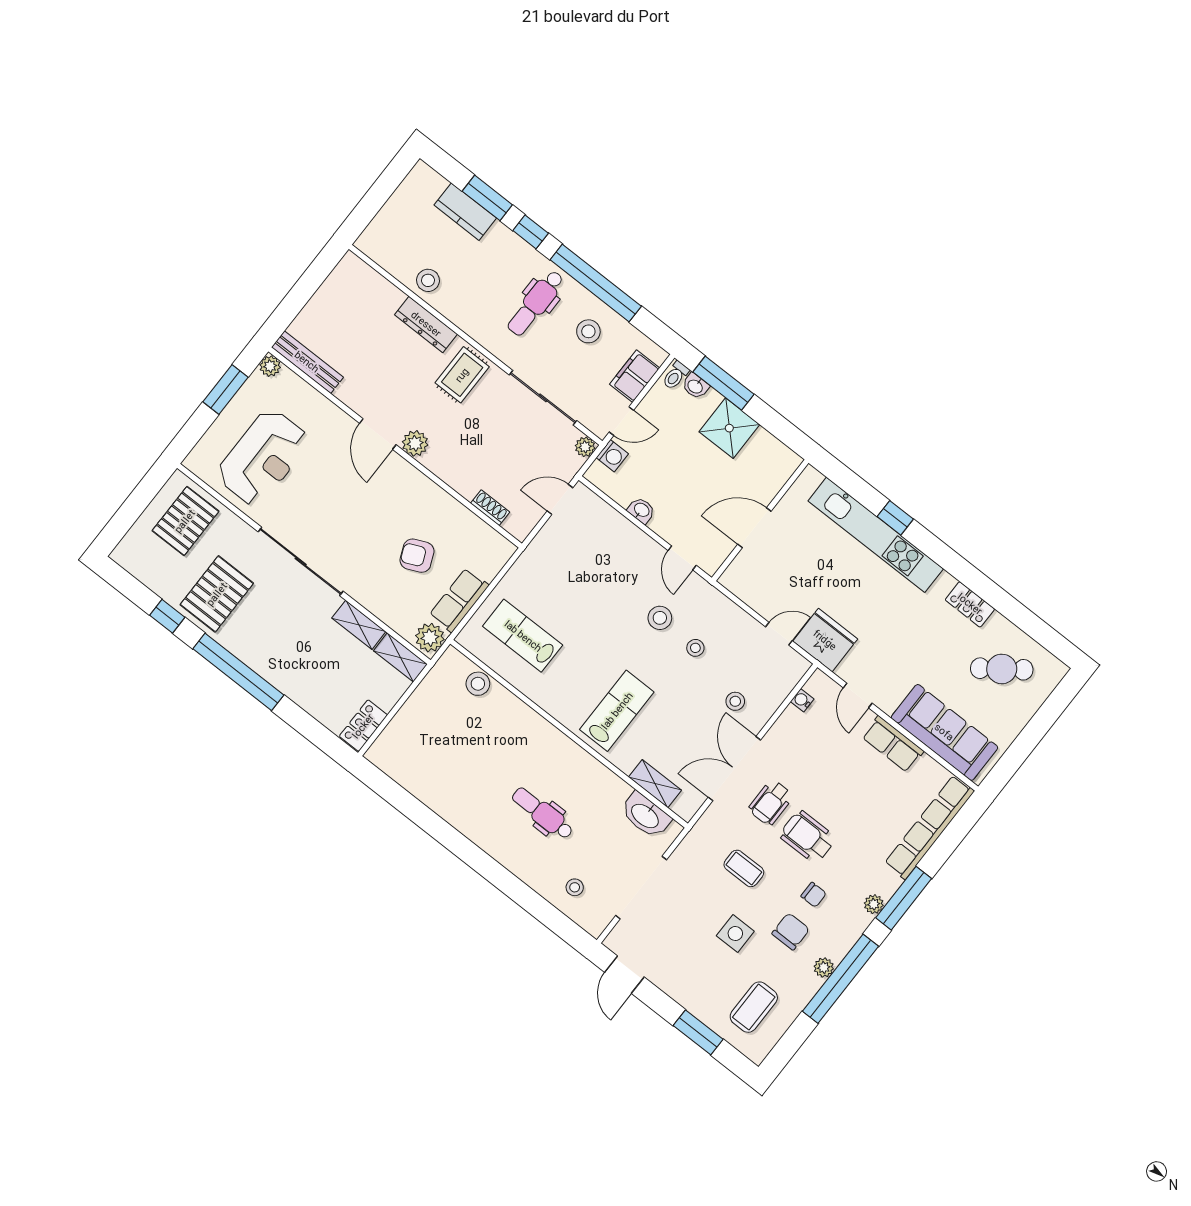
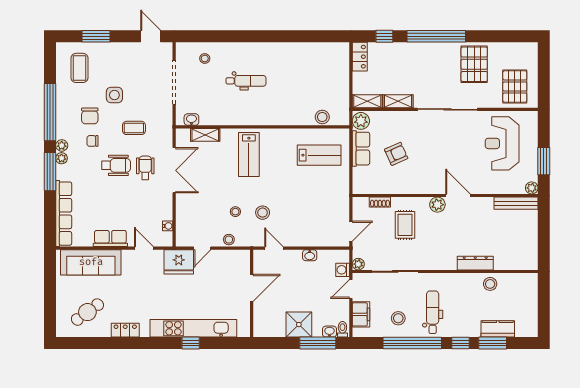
rug: (462, 375) -> (405, 225), moved
window: (167, 616) -> (384, 36), moved
stool: (735, 701) -> (229, 240), moved
washbasin: (646, 815) -> (191, 120), width x0.52, depth x0.69
plant: (824, 968) -> (62, 145), moved

